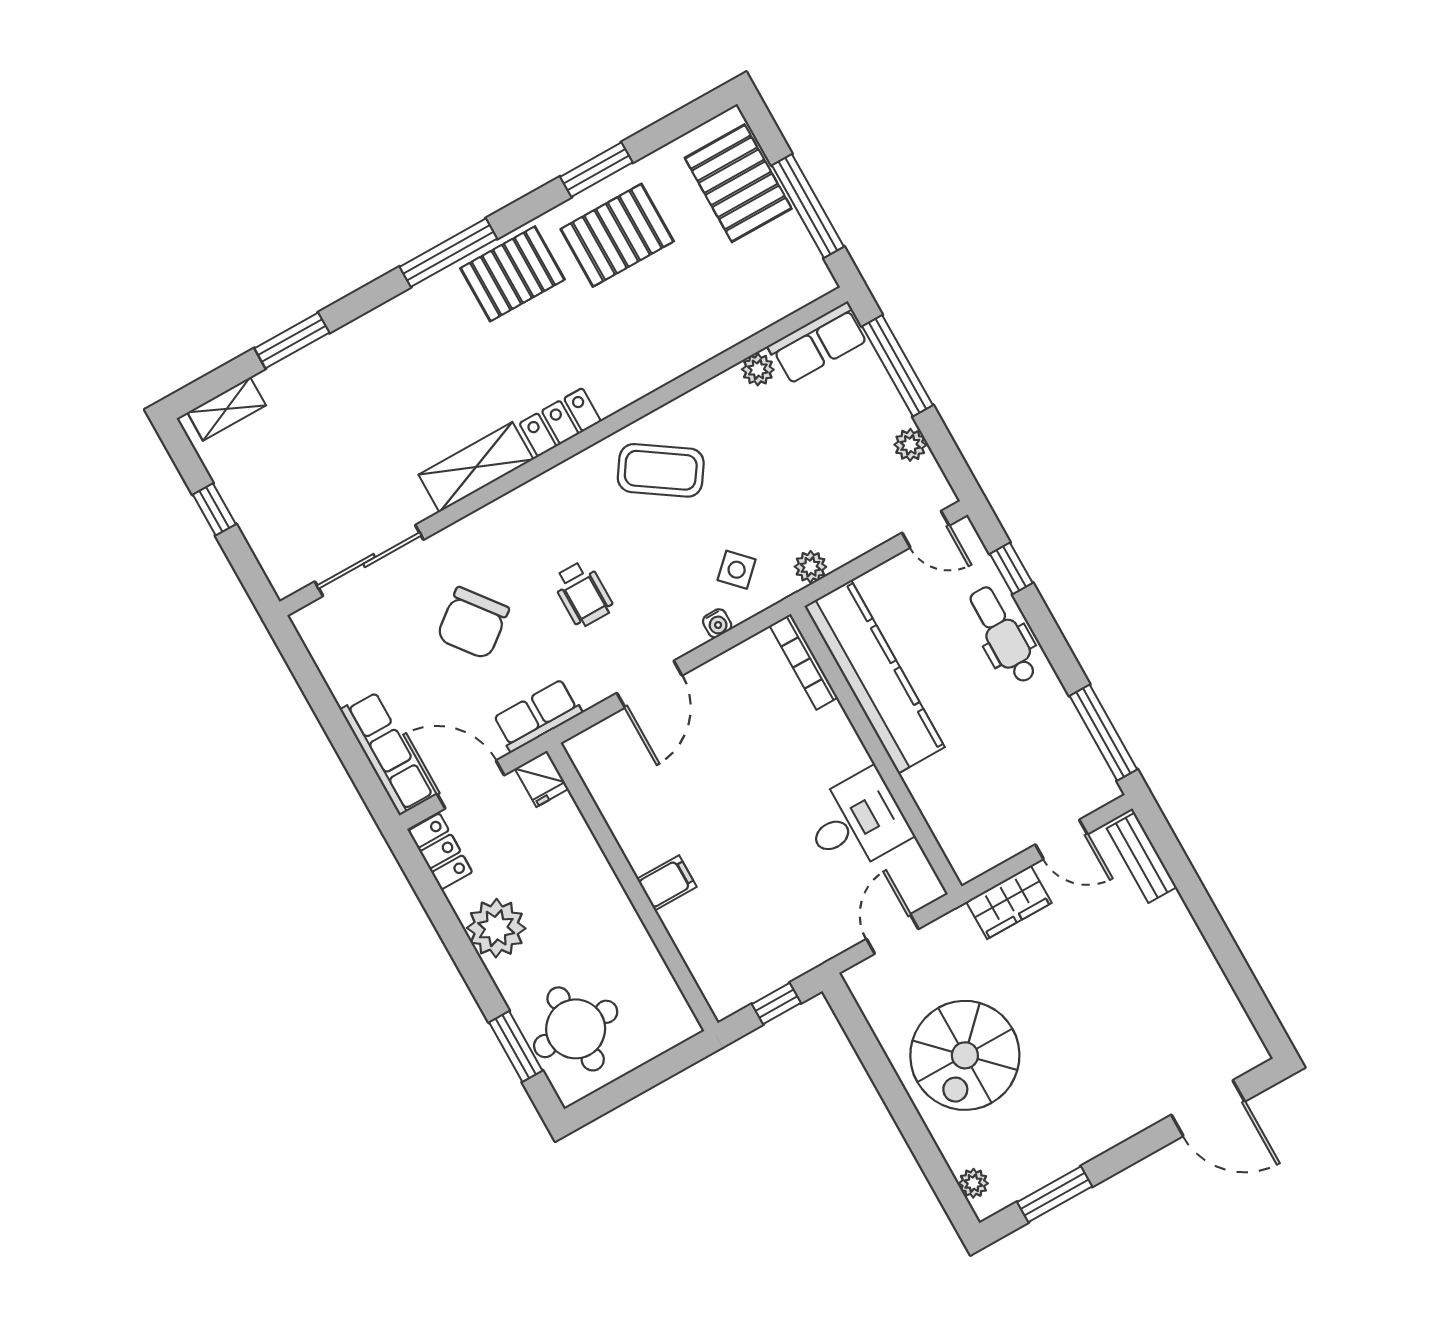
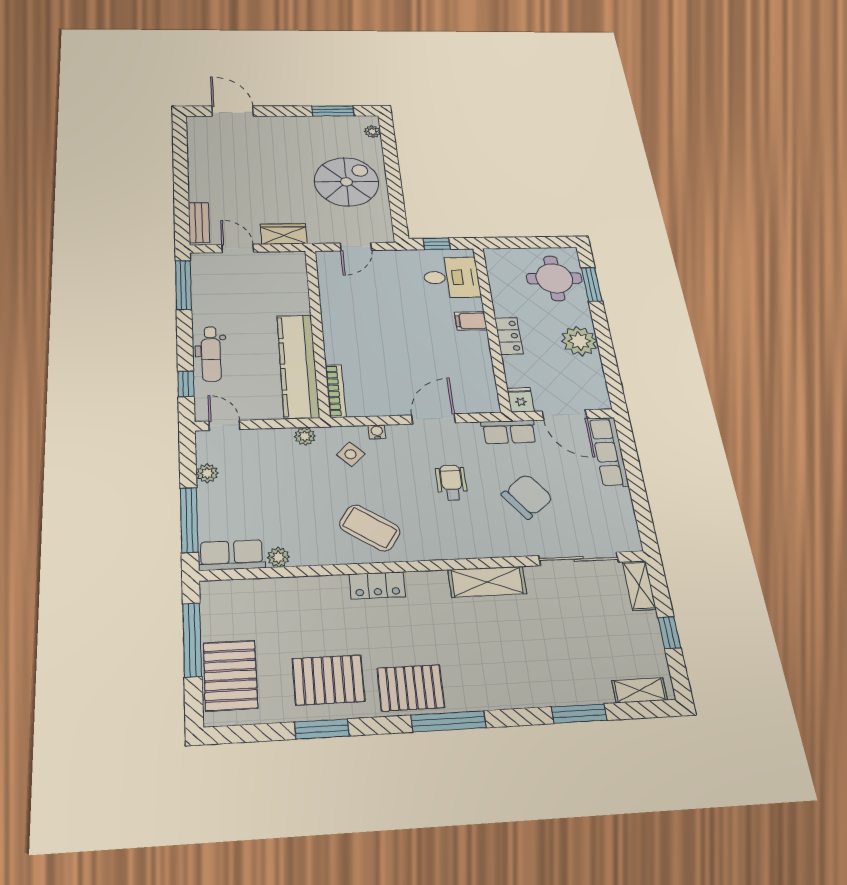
locker: (560, 422) -> (377, 585), moved
shelving: (276, 560) -> (639, 586), added
desk: (856, 822) -> (451, 277), moved, turned 180
locker: (440, 851) -> (509, 336), moved, turned 180

